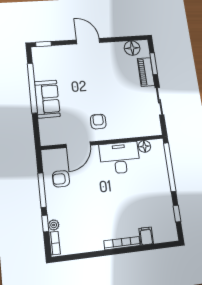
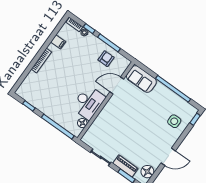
door: (88, 41) -> (168, 157), moved
side table: (63, 62) -> (174, 121), added
sofa: (47, 99) -> (141, 79), moved
armchair: (98, 122) -> (120, 109), removed
door: (78, 145) -> (117, 86), hinge flipped
filing cabinet: (146, 236) -> (58, 42), moved

